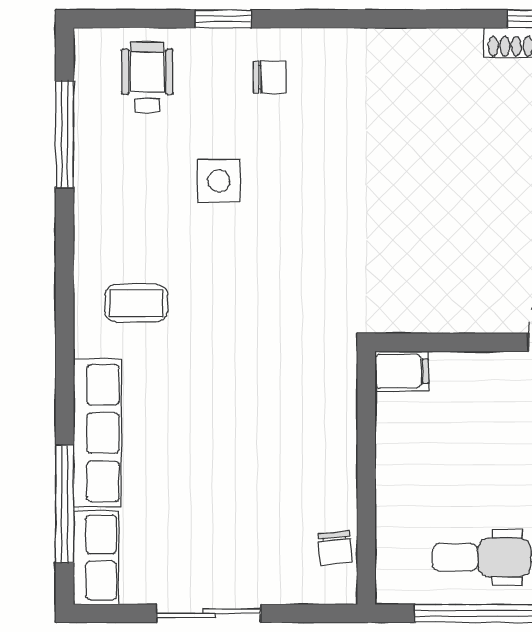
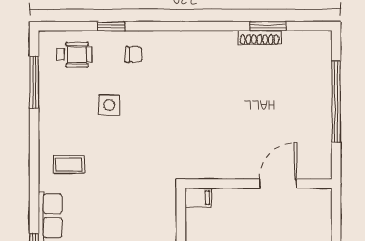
wheelchair: (147, 77) -> (74, 55), turned 90

